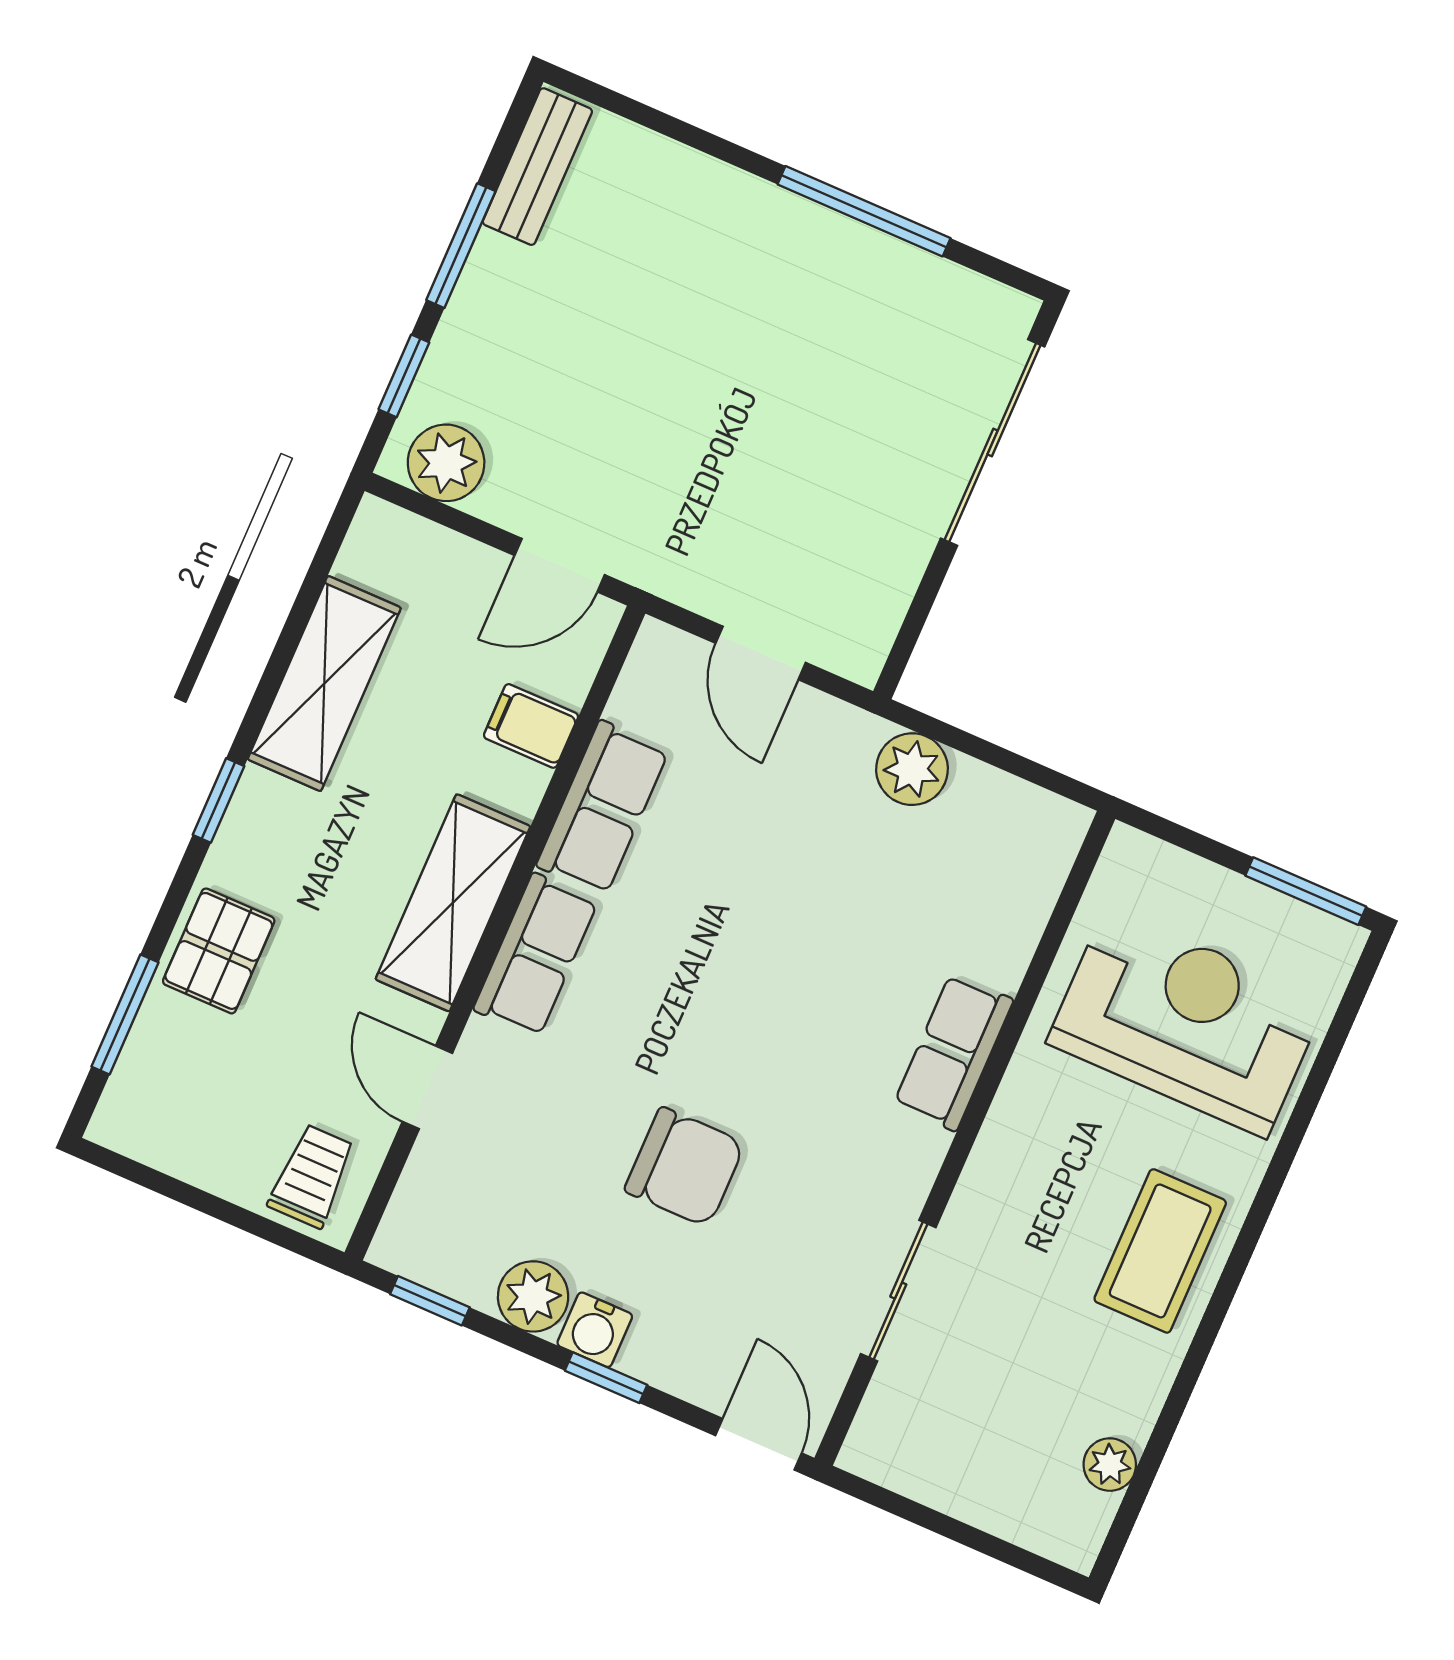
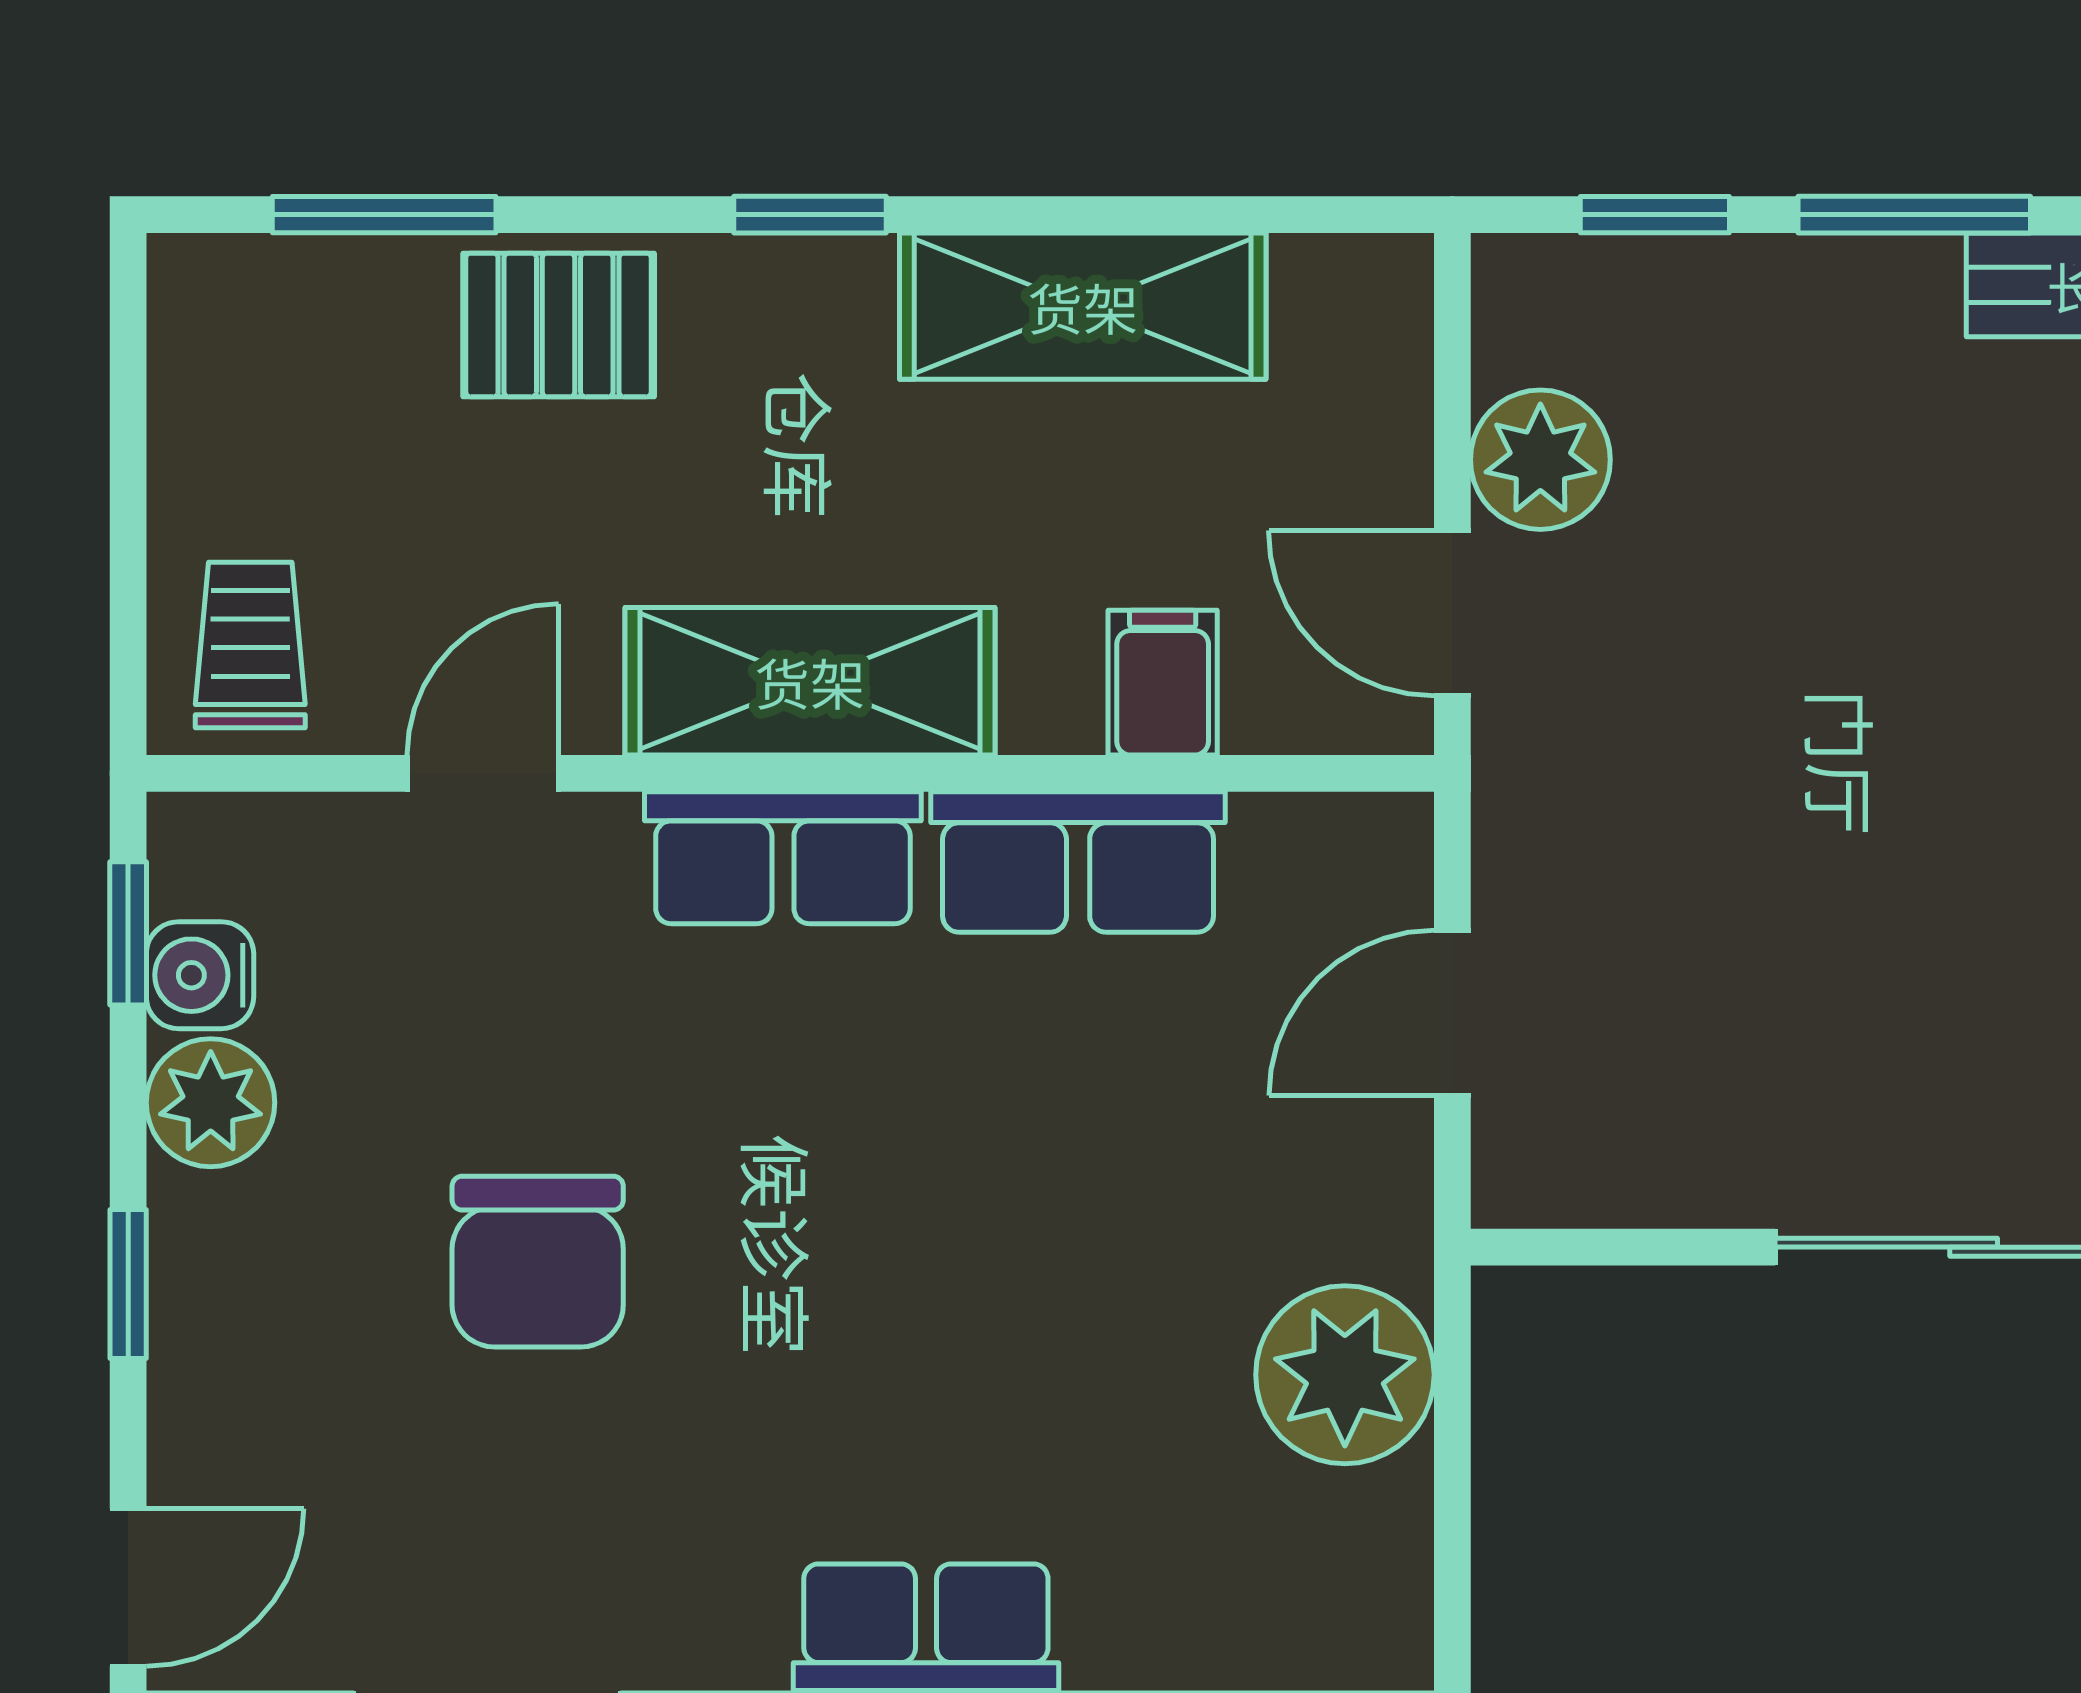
plant: (446, 463) -> (1540, 460), moved
plant: (912, 769) -> (1345, 1375), width x1.36, depth x1.36
trolley: (312, 1176) -> (250, 645), turned -90
water cooler: (595, 1330) -> (200, 975), moved

